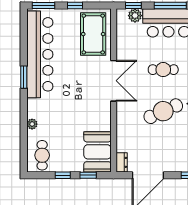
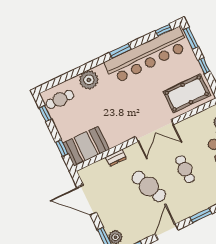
window: (24, 27) -> (164, 30), added
plant: (32, 124) -> (89, 80), width x1.88, depth x1.88
dresser: (122, 162) -> (116, 158), moved
window: (63, 175) -> (45, 114), moved

